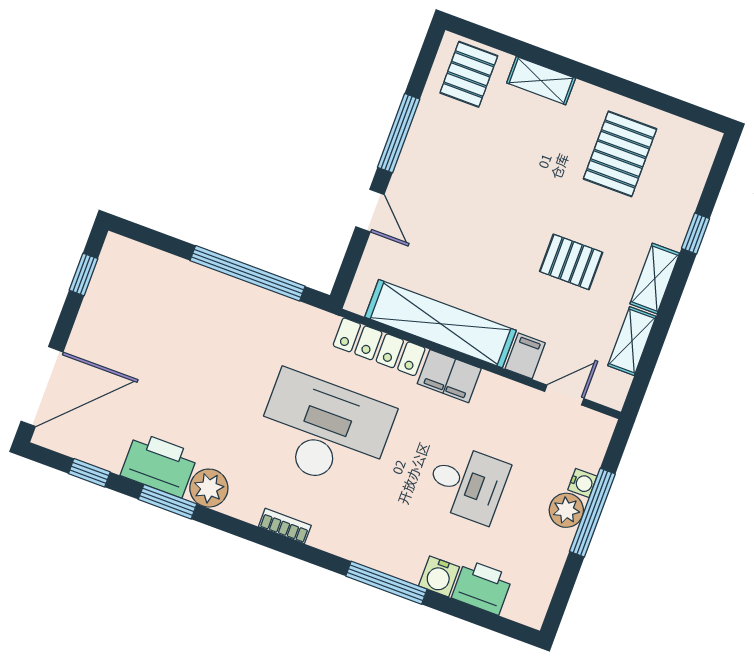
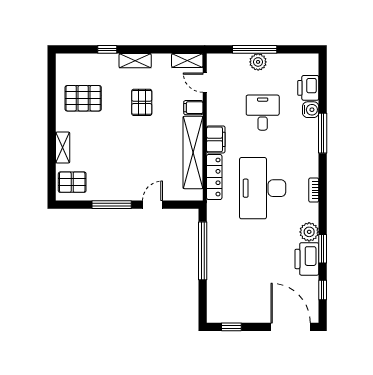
shelving: (632, 341) -> (187, 60), moved
water cooler: (582, 483) -> (243, 59), removed

